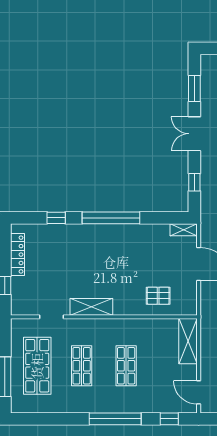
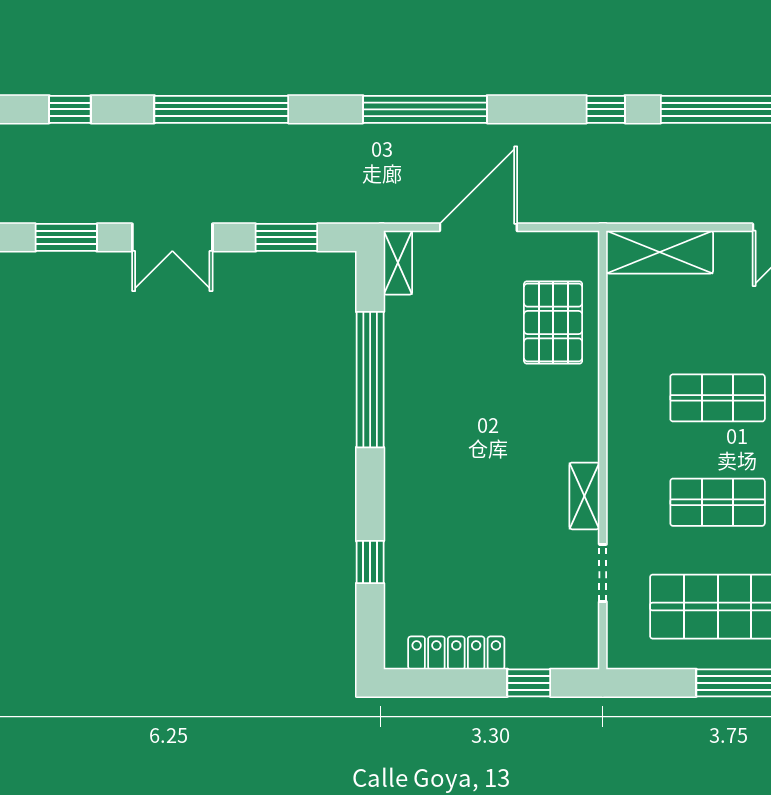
window: (194, 182) -> (286, 237), width x1.50
window: (111, 218) -> (370, 380), moved
pallet: (158, 296) -> (553, 322), width x1.50, depth x1.42
shelving: (91, 307) -> (584, 496), width x0.67, depth x0.75

